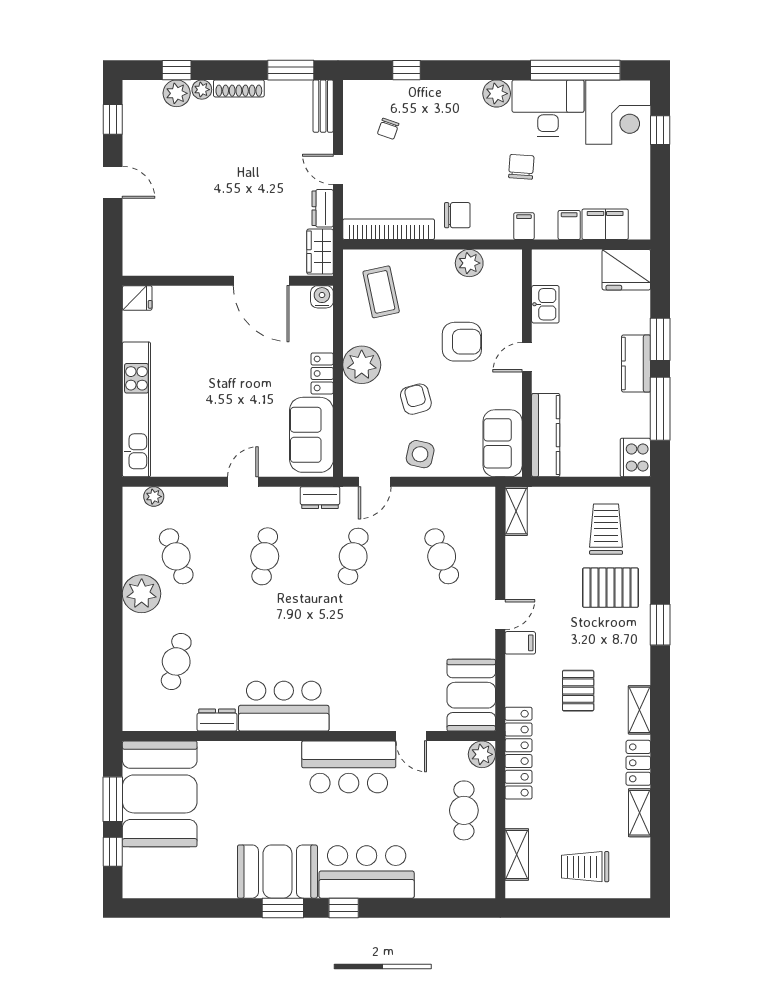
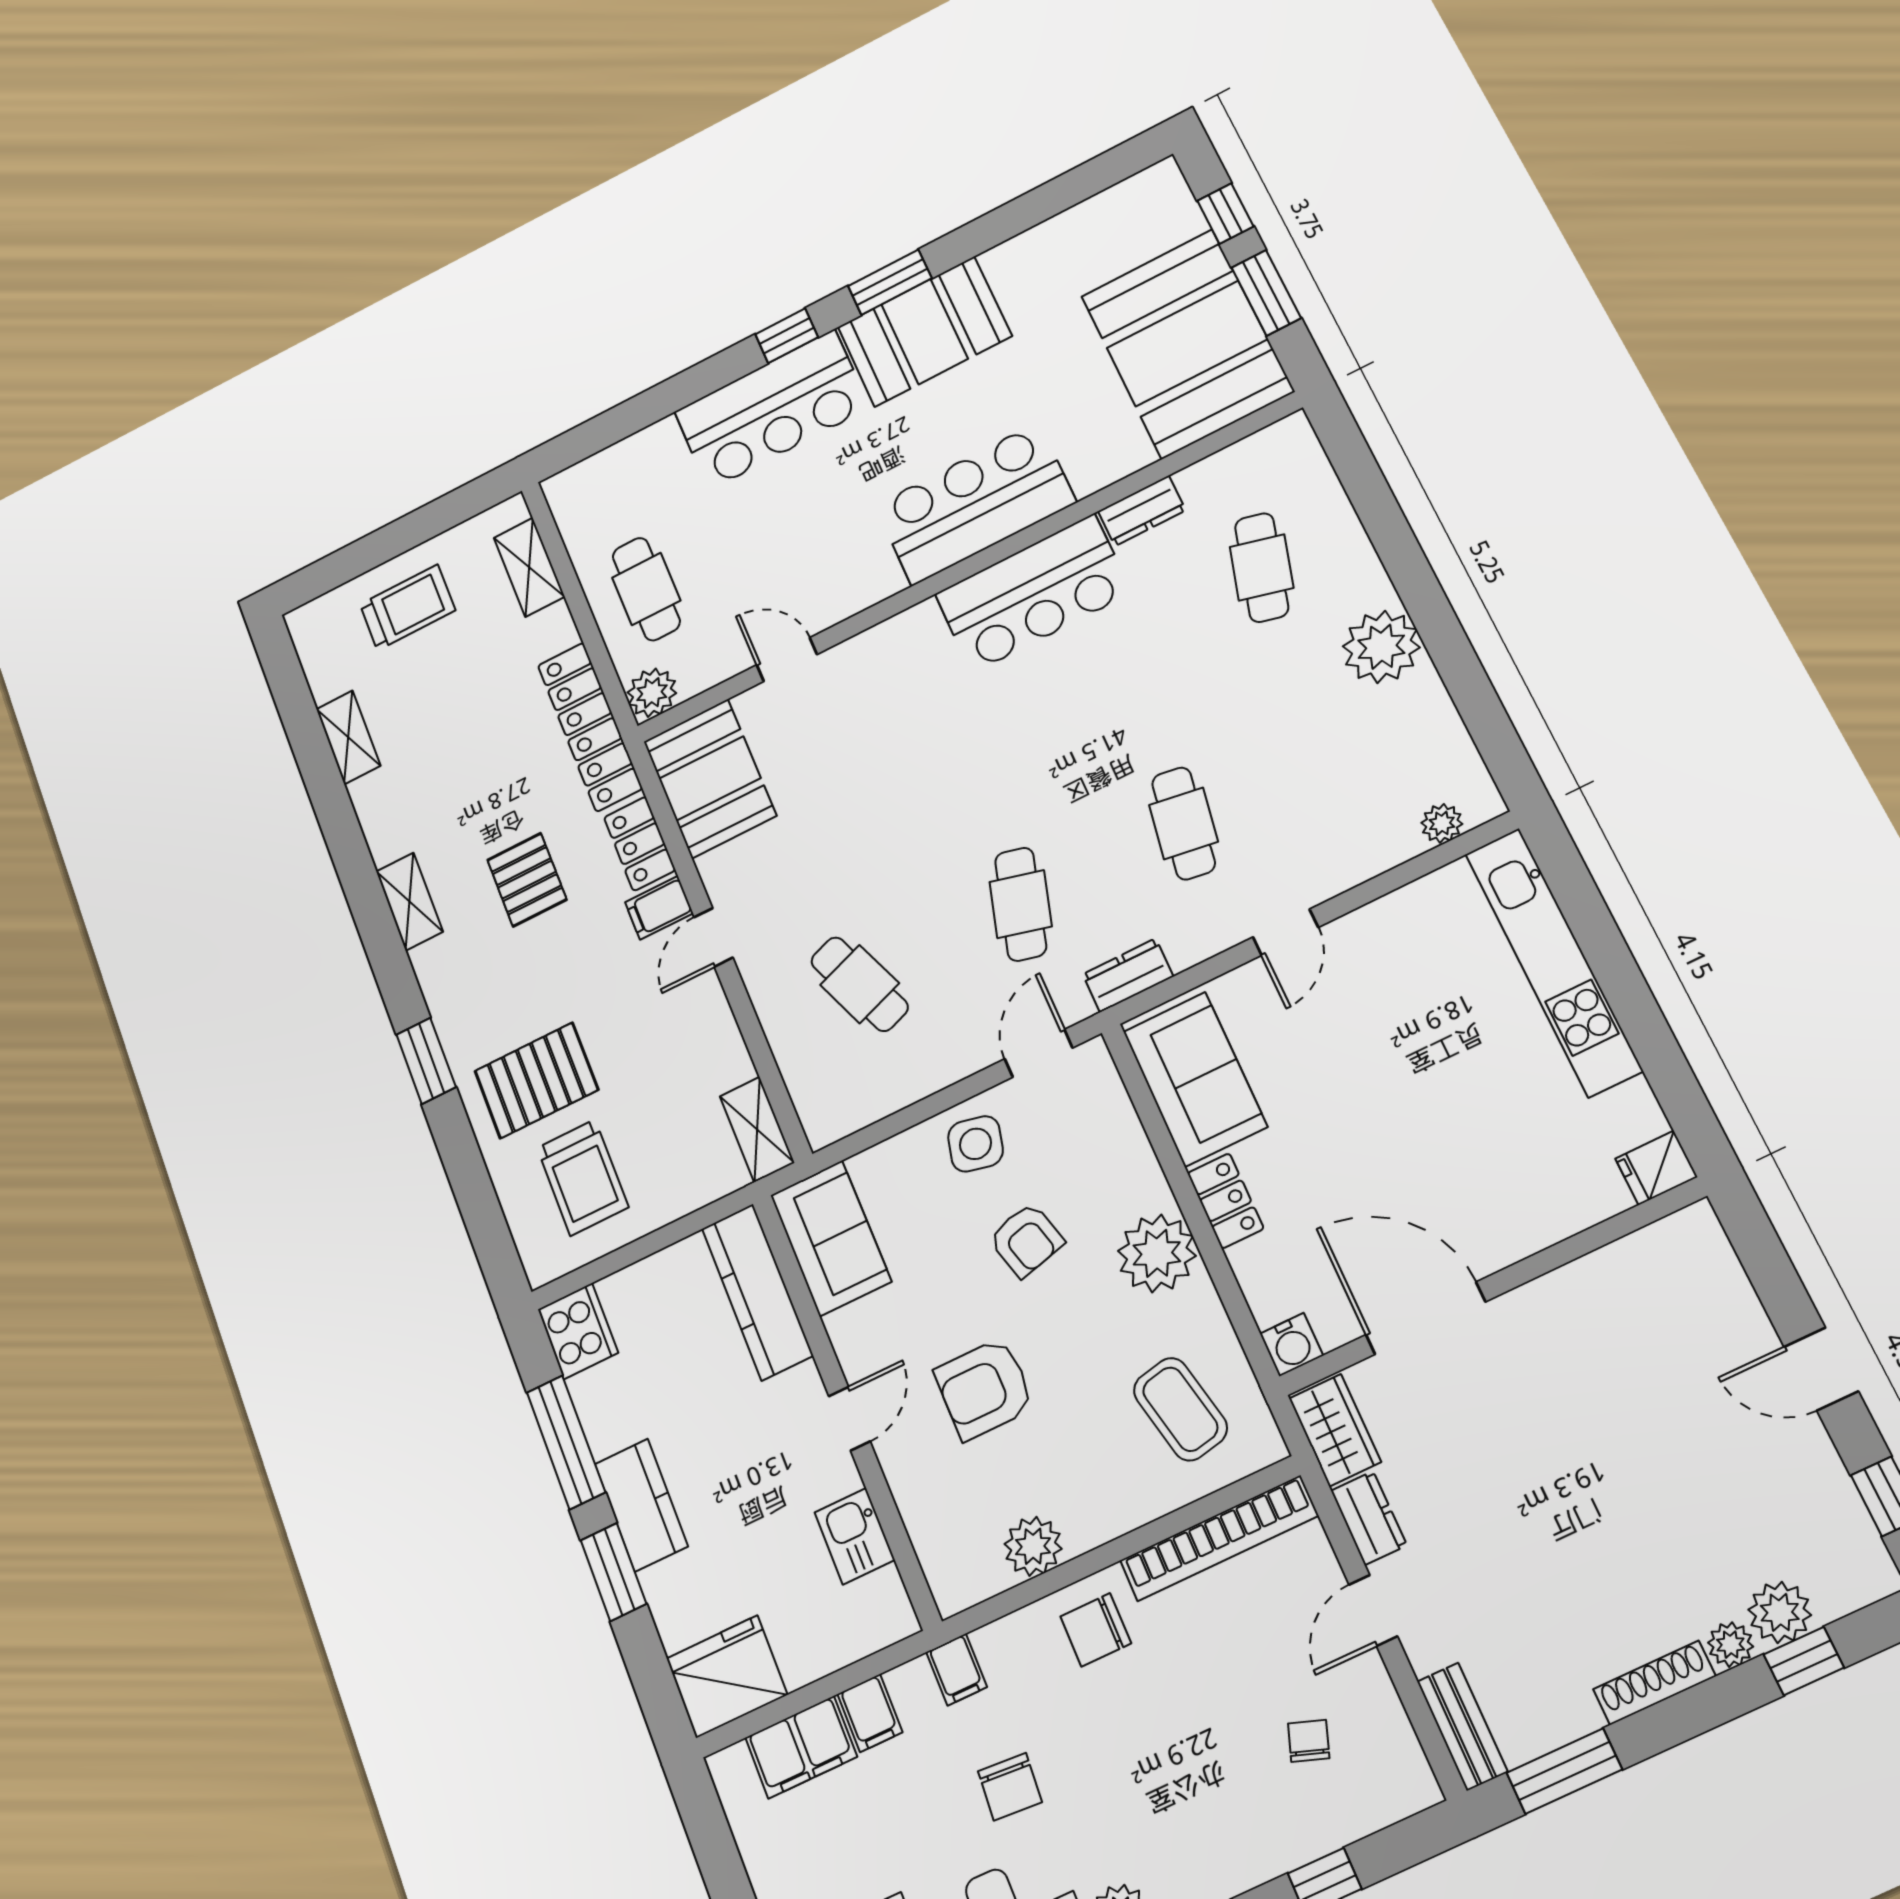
door: (338, 169) -> (1373, 1610), swing flipped
cafe table: (176, 556) -> (1348, 742), removed
locker: (638, 763) -> (640, 844), moved, turned 180
bar counter: (349, 767) -> (975, 504), moved

